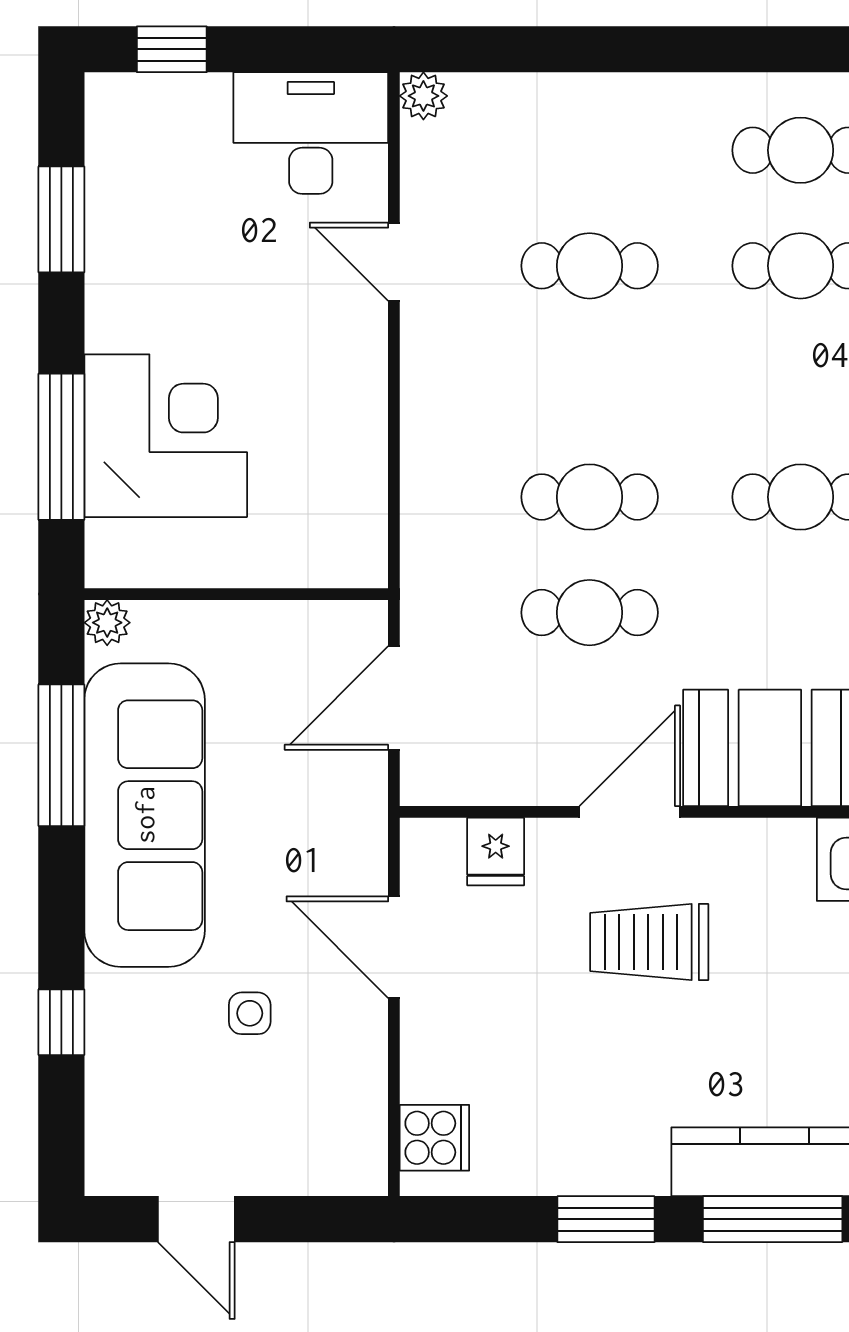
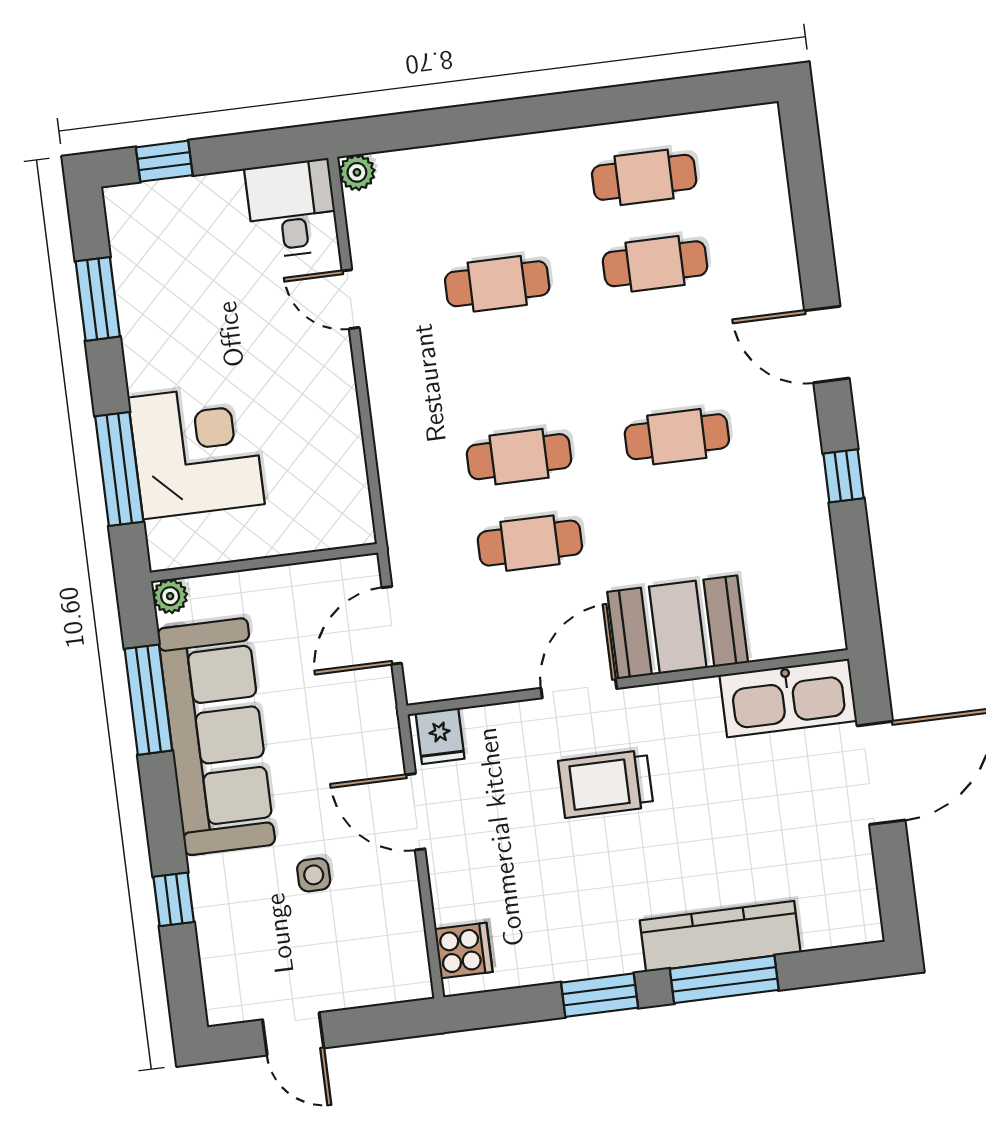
desk: (311, 133) -> (292, 209), width x0.73
fridge: (496, 852) -> (440, 736), moved

